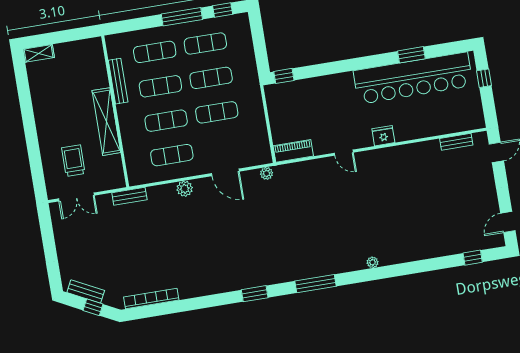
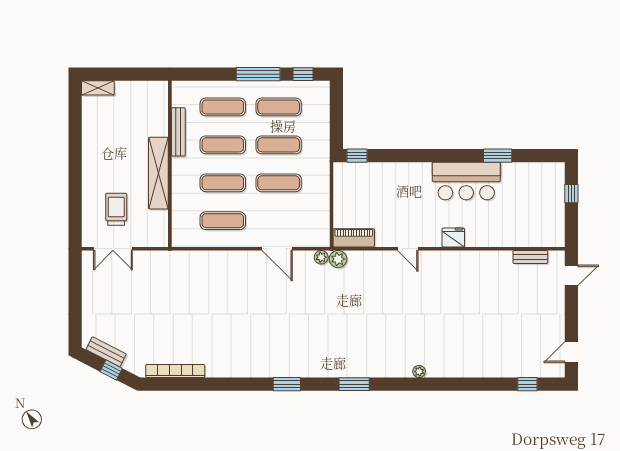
bar counter: (413, 78) -> (466, 181), width x0.54
plant: (185, 189) -> (338, 259), moved
bench: (129, 196) -> (170, 257), removed
window: (315, 284) -> (354, 384), width x0.69

